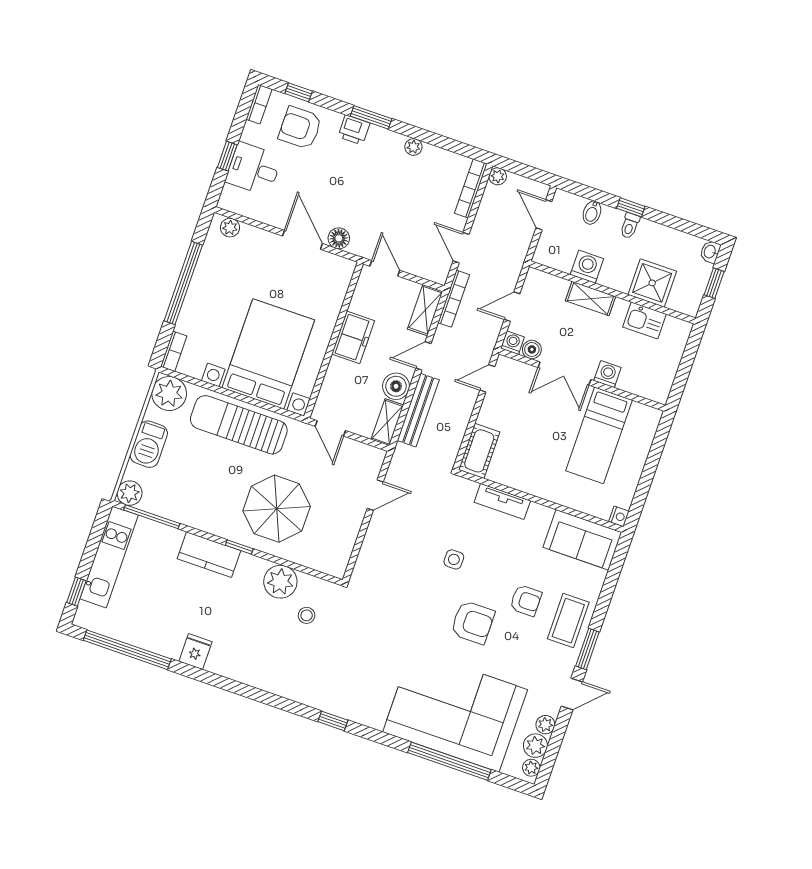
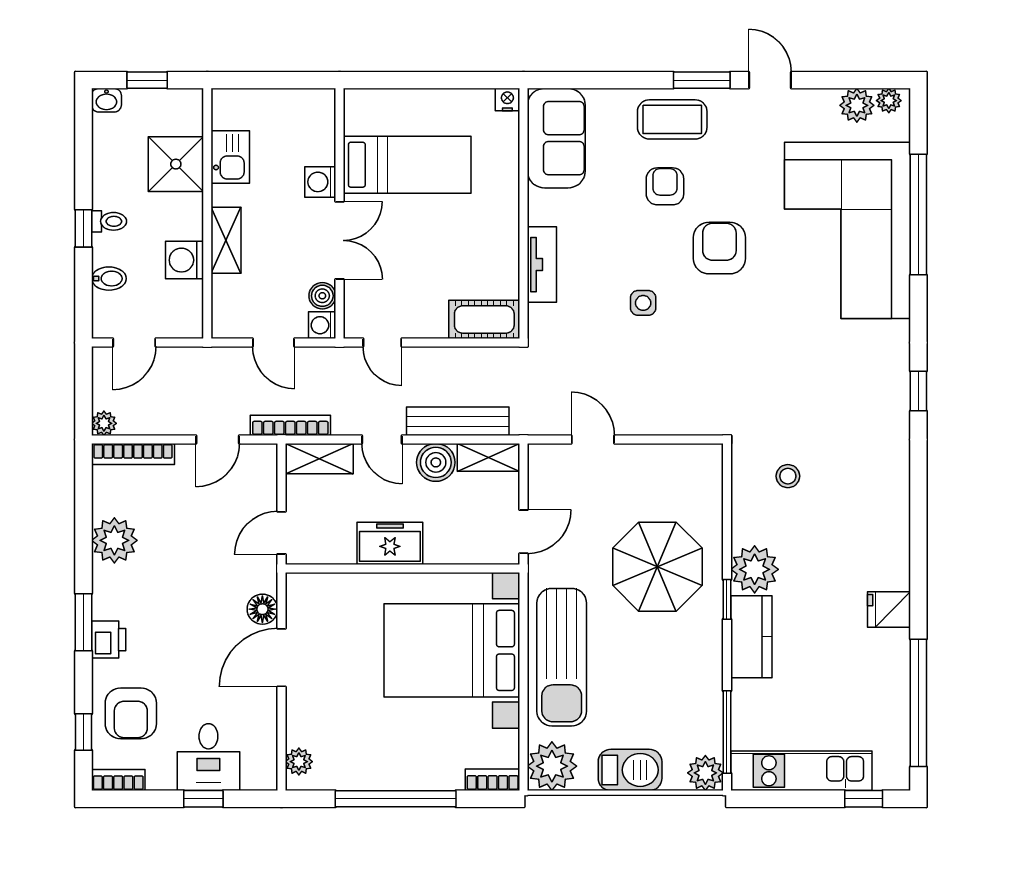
plant: (413, 147) -> (114, 540), width x1.88, depth x1.88
plant: (280, 582) -> (755, 569), moved
plant: (545, 725) -> (824, 102), removed

